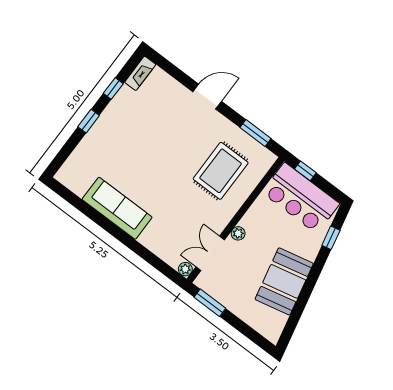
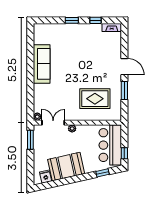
window: (255, 133) -> (124, 90), moved
window: (305, 171) -> (124, 153), moved
fridge: (277, 320) -> (46, 177), added

